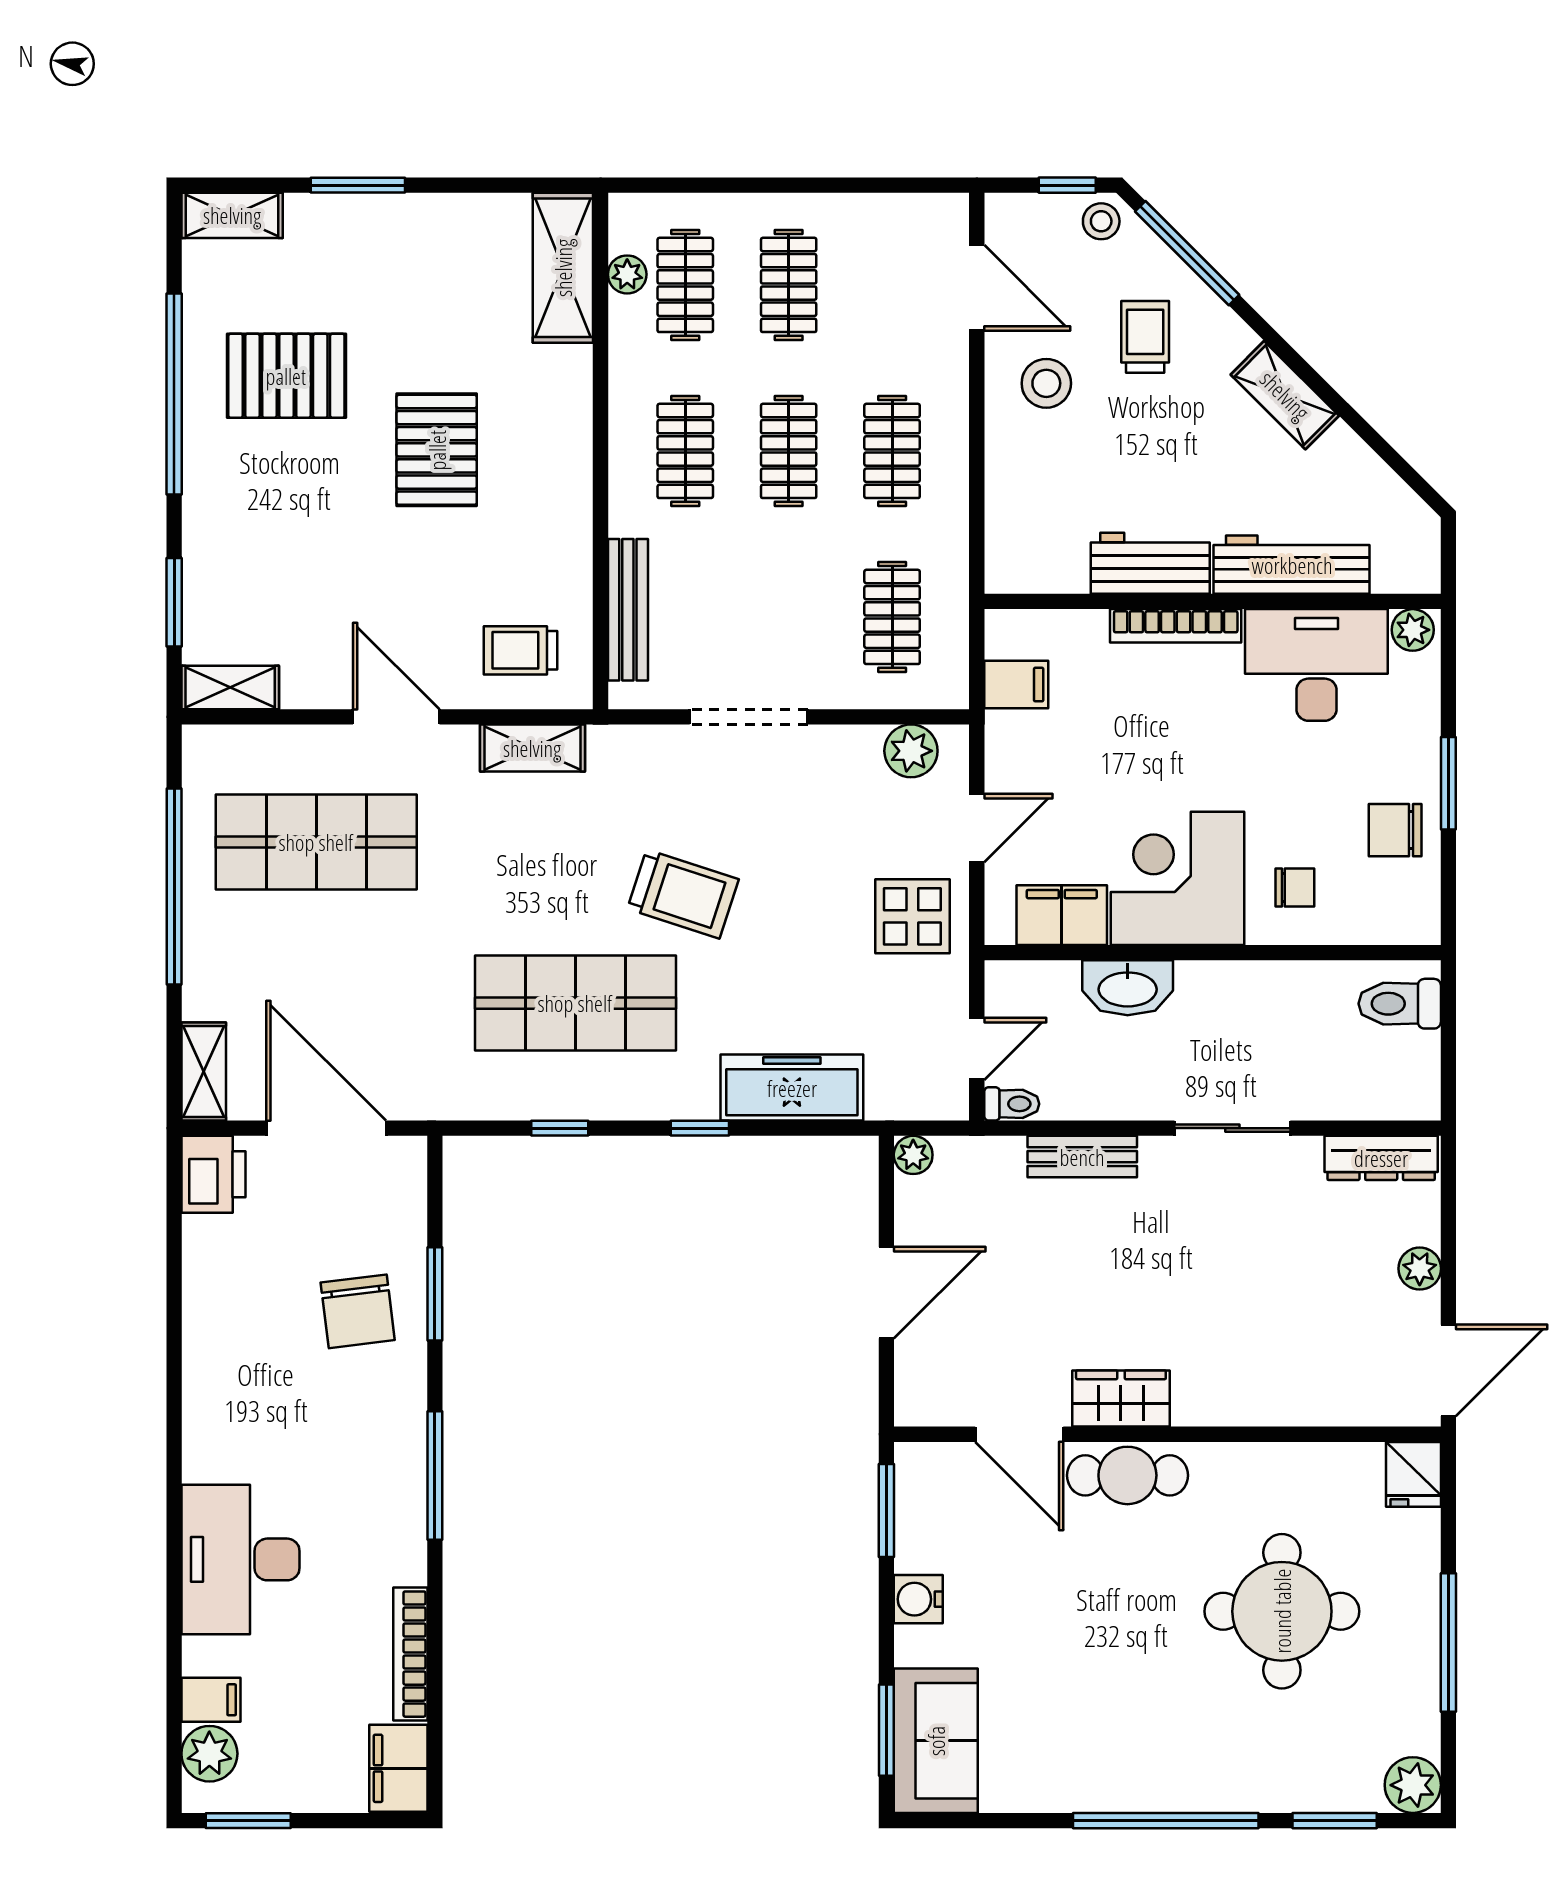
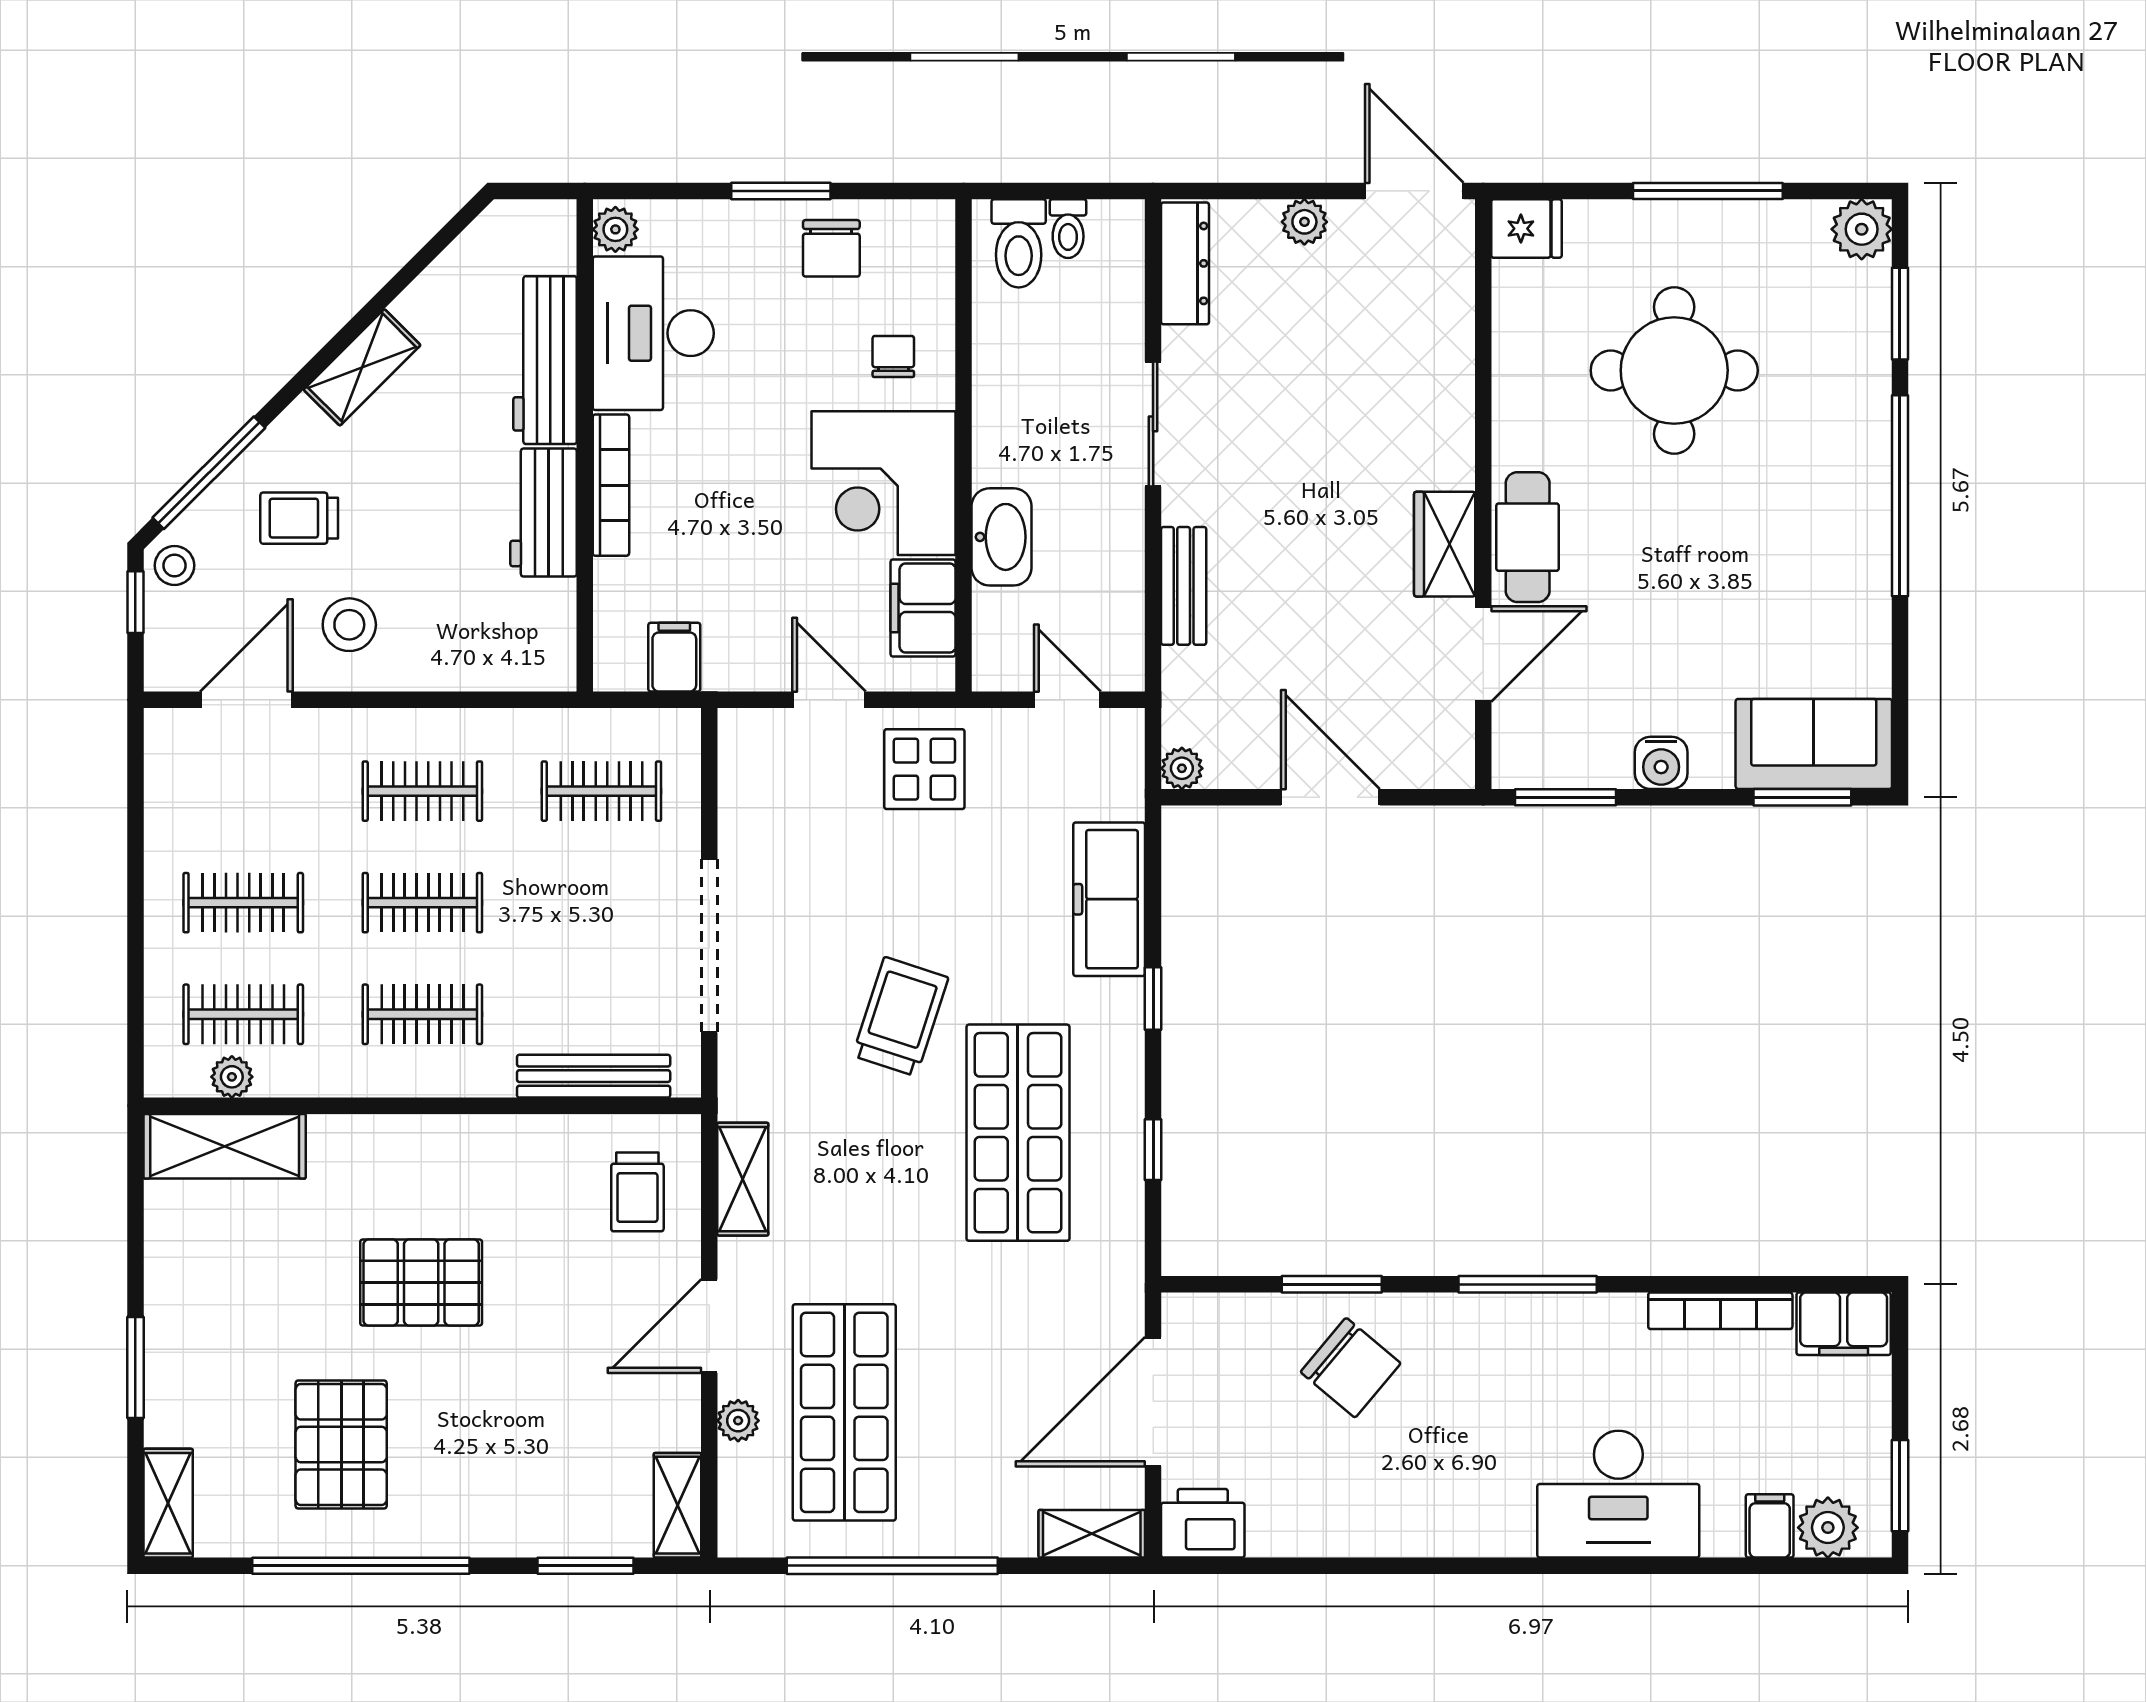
doorway: (749, 717) -> (709, 946), width x1.36
plant: (911, 751) -> (738, 1421), moved, width x0.73, depth x0.73
toilet: (1012, 1104) -> (1068, 229), moved, turned 180
chair: (358, 1311) -> (1351, 1368), turned 47

